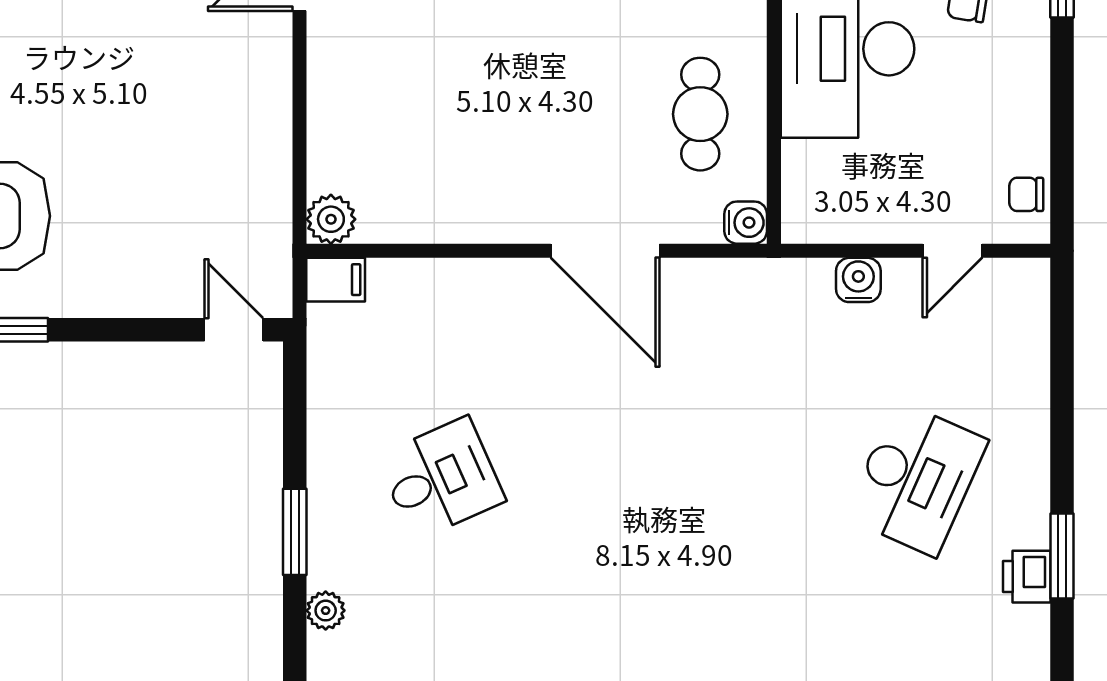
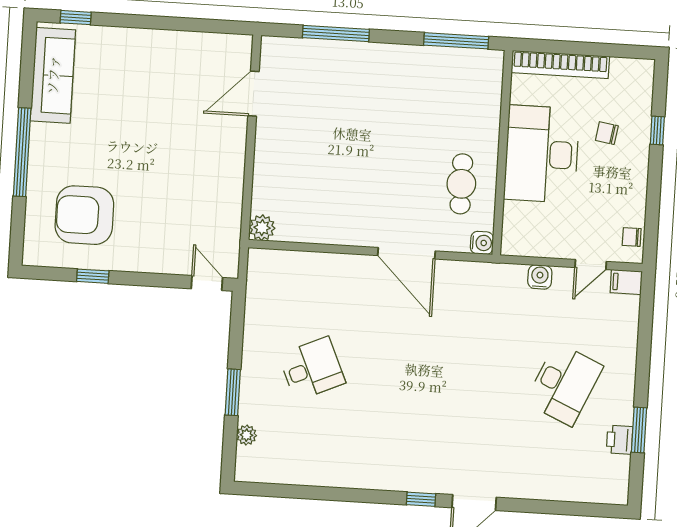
filing cabinet: (336, 280) -> (626, 282), moved, turned 180

